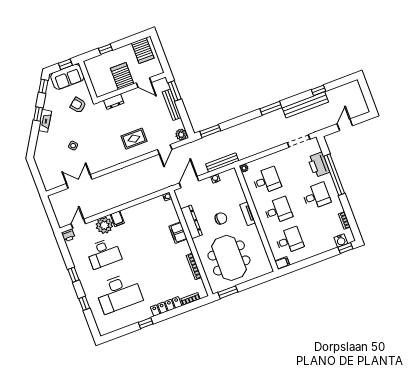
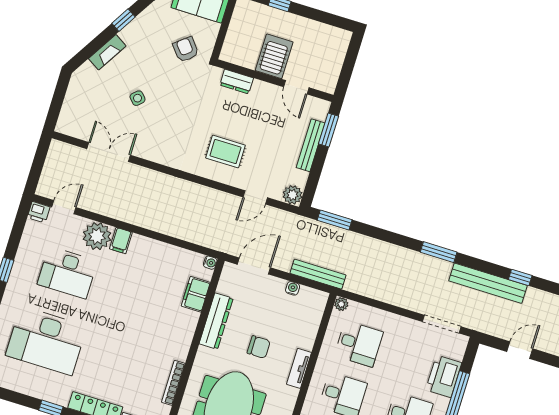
server rack: (143, 51) -> (328, 44), removed
fireplace: (45, 121) -> (107, 52), moved
filing cabinet: (178, 233) -> (196, 294), moved

